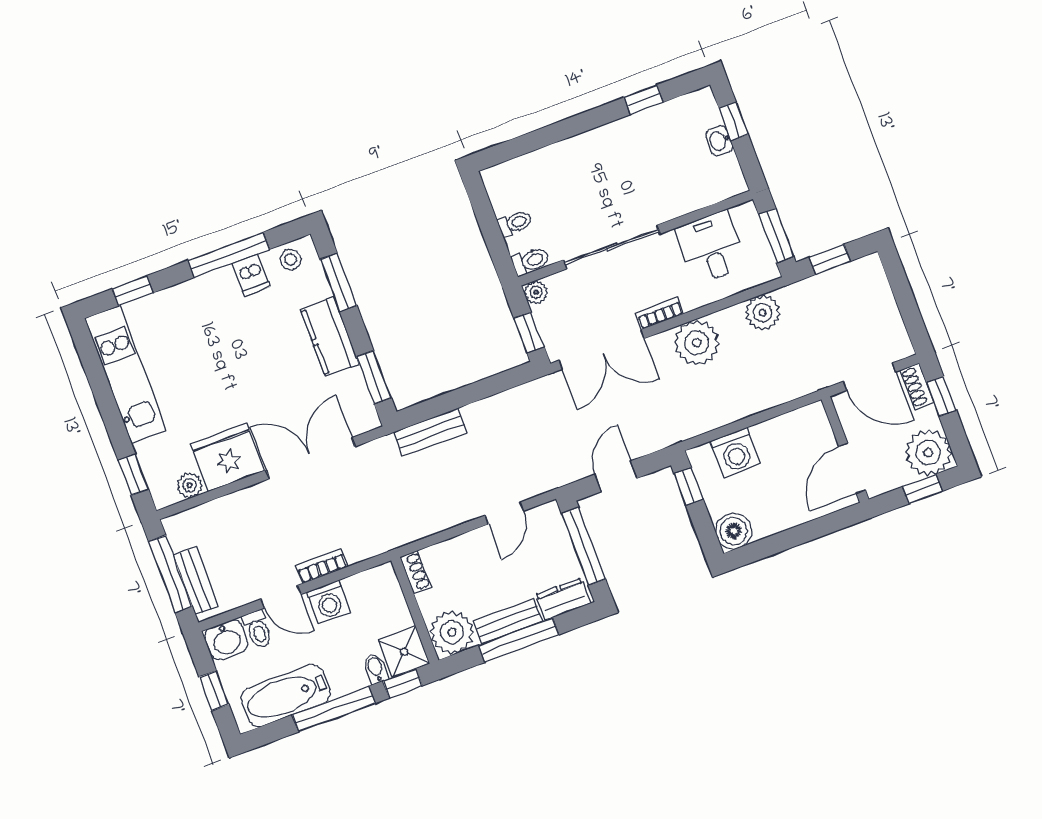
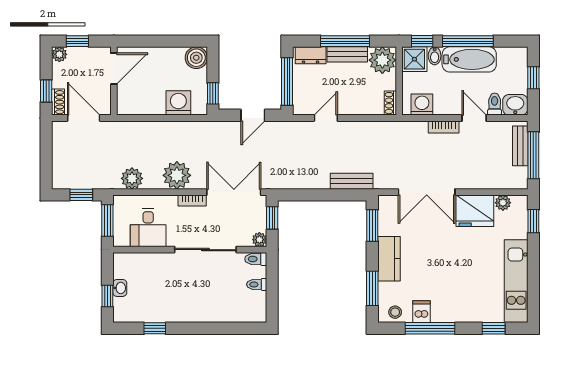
plant: (928, 453) -> (59, 54), width x0.53, depth x0.53
washing machine: (329, 602) -> (422, 105), moved
bathtub: (286, 696) -> (469, 59), moved

